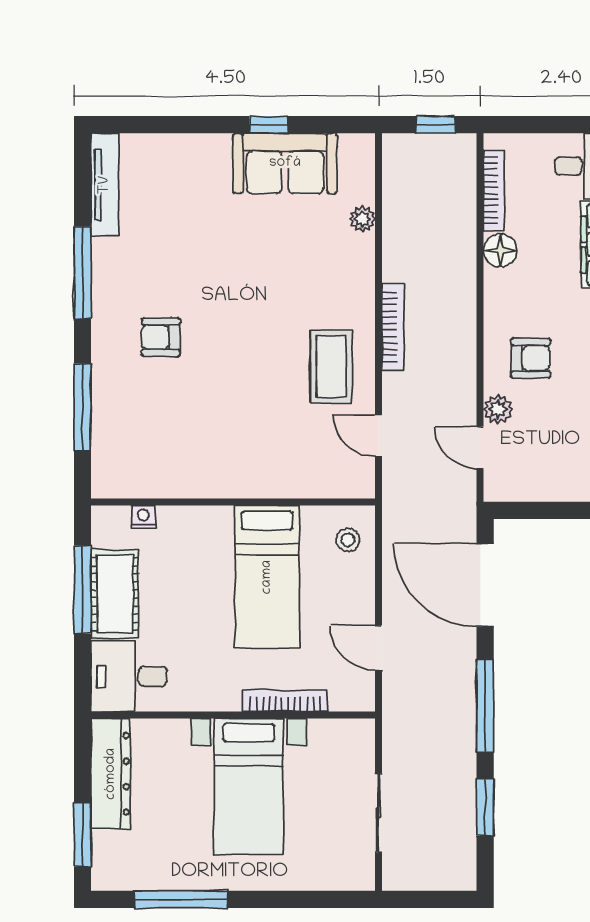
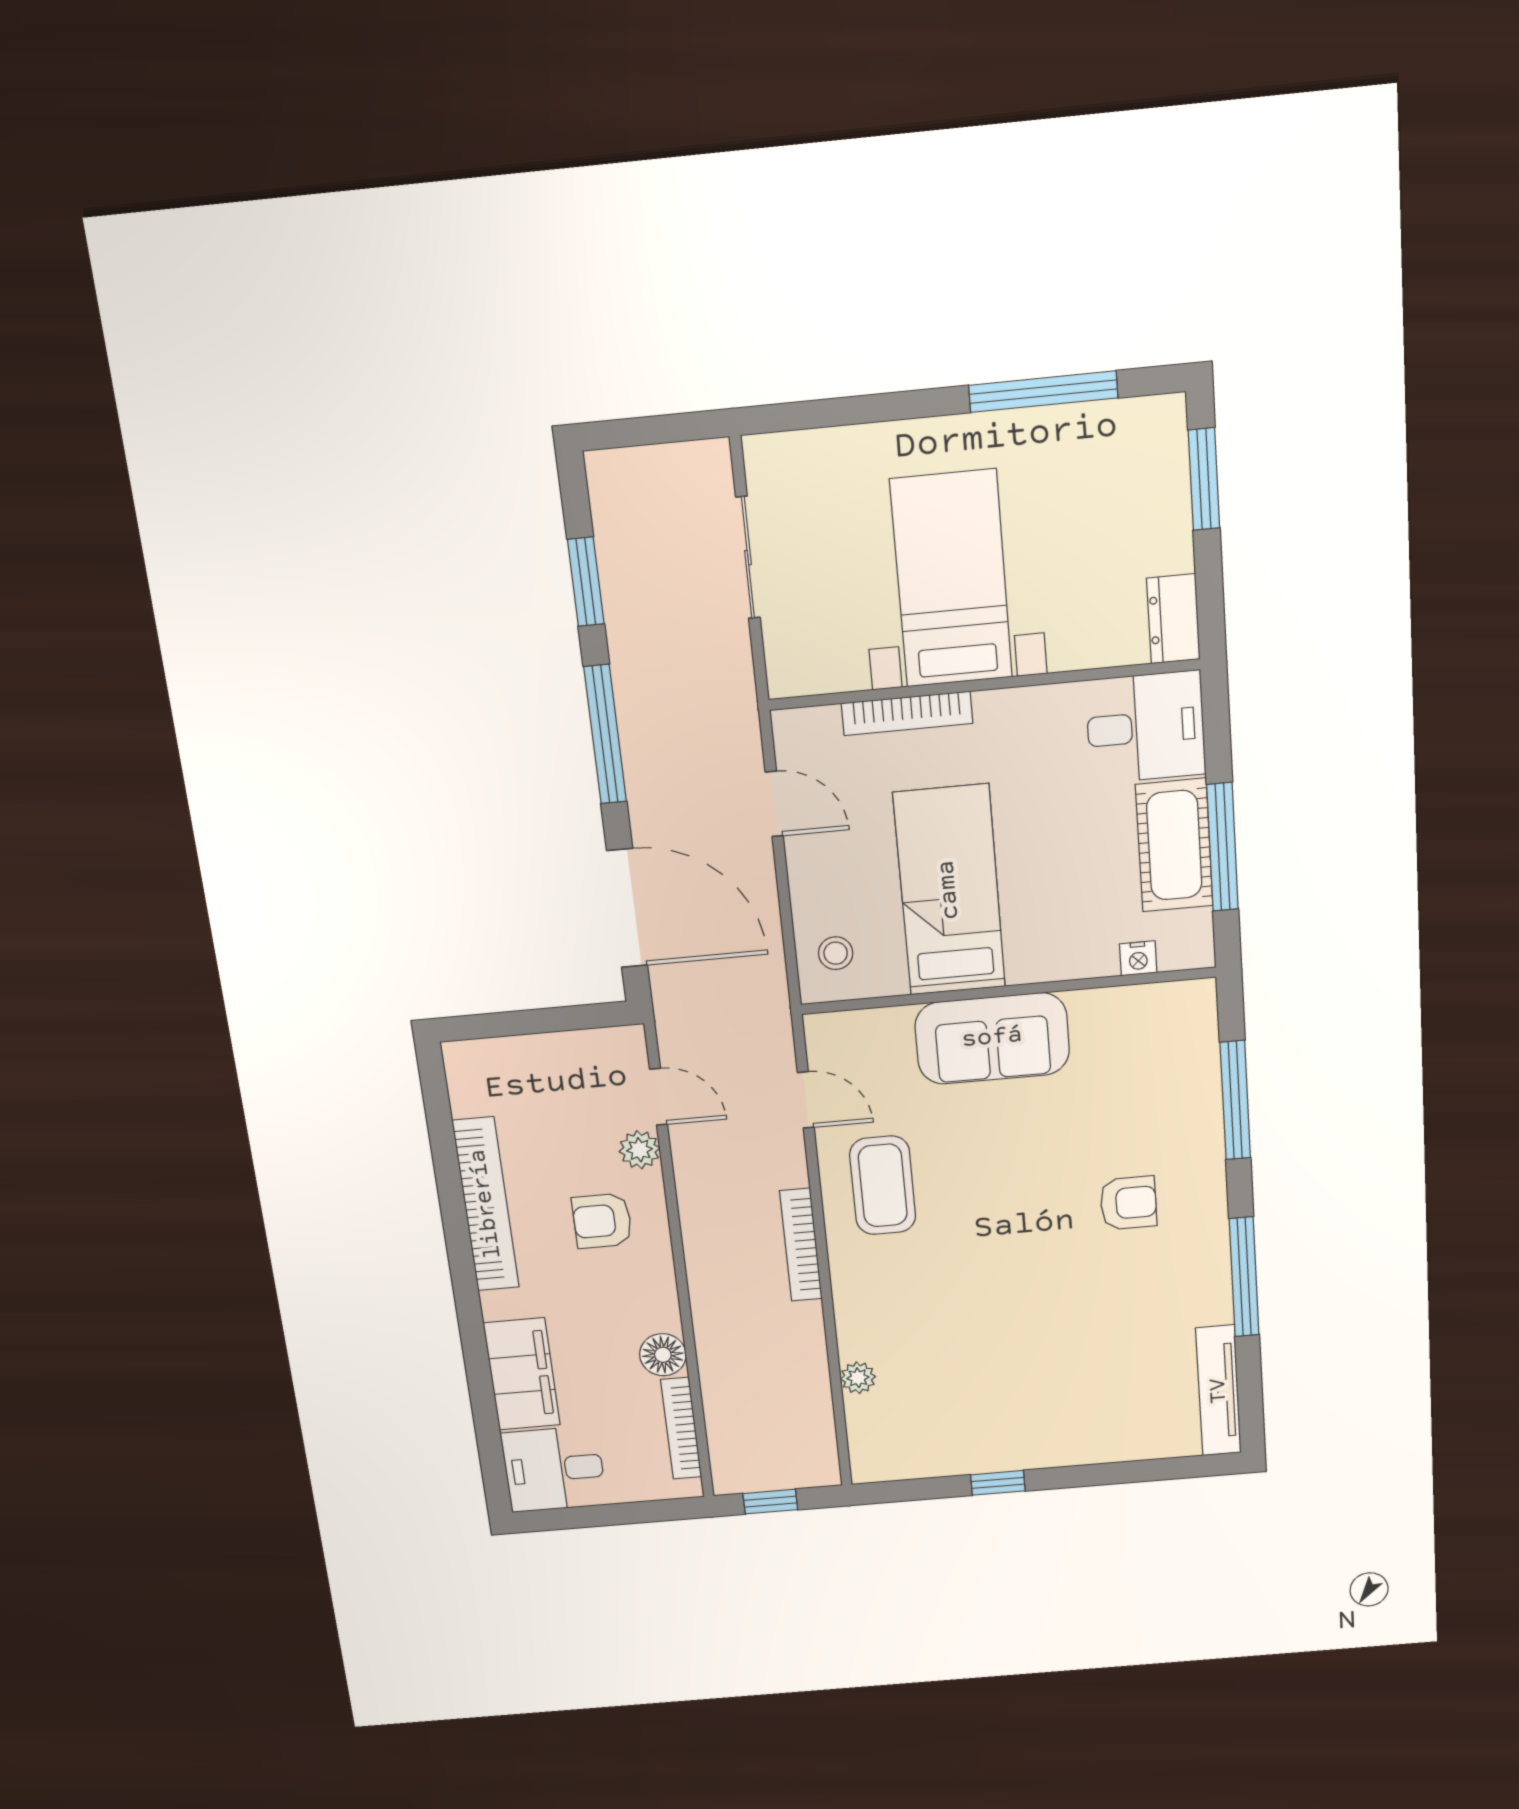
sofa: (285, 163) -> (992, 1038), moved, turned 180
dresser: (111, 774) -> (1173, 619), width x0.51, depth x0.80

